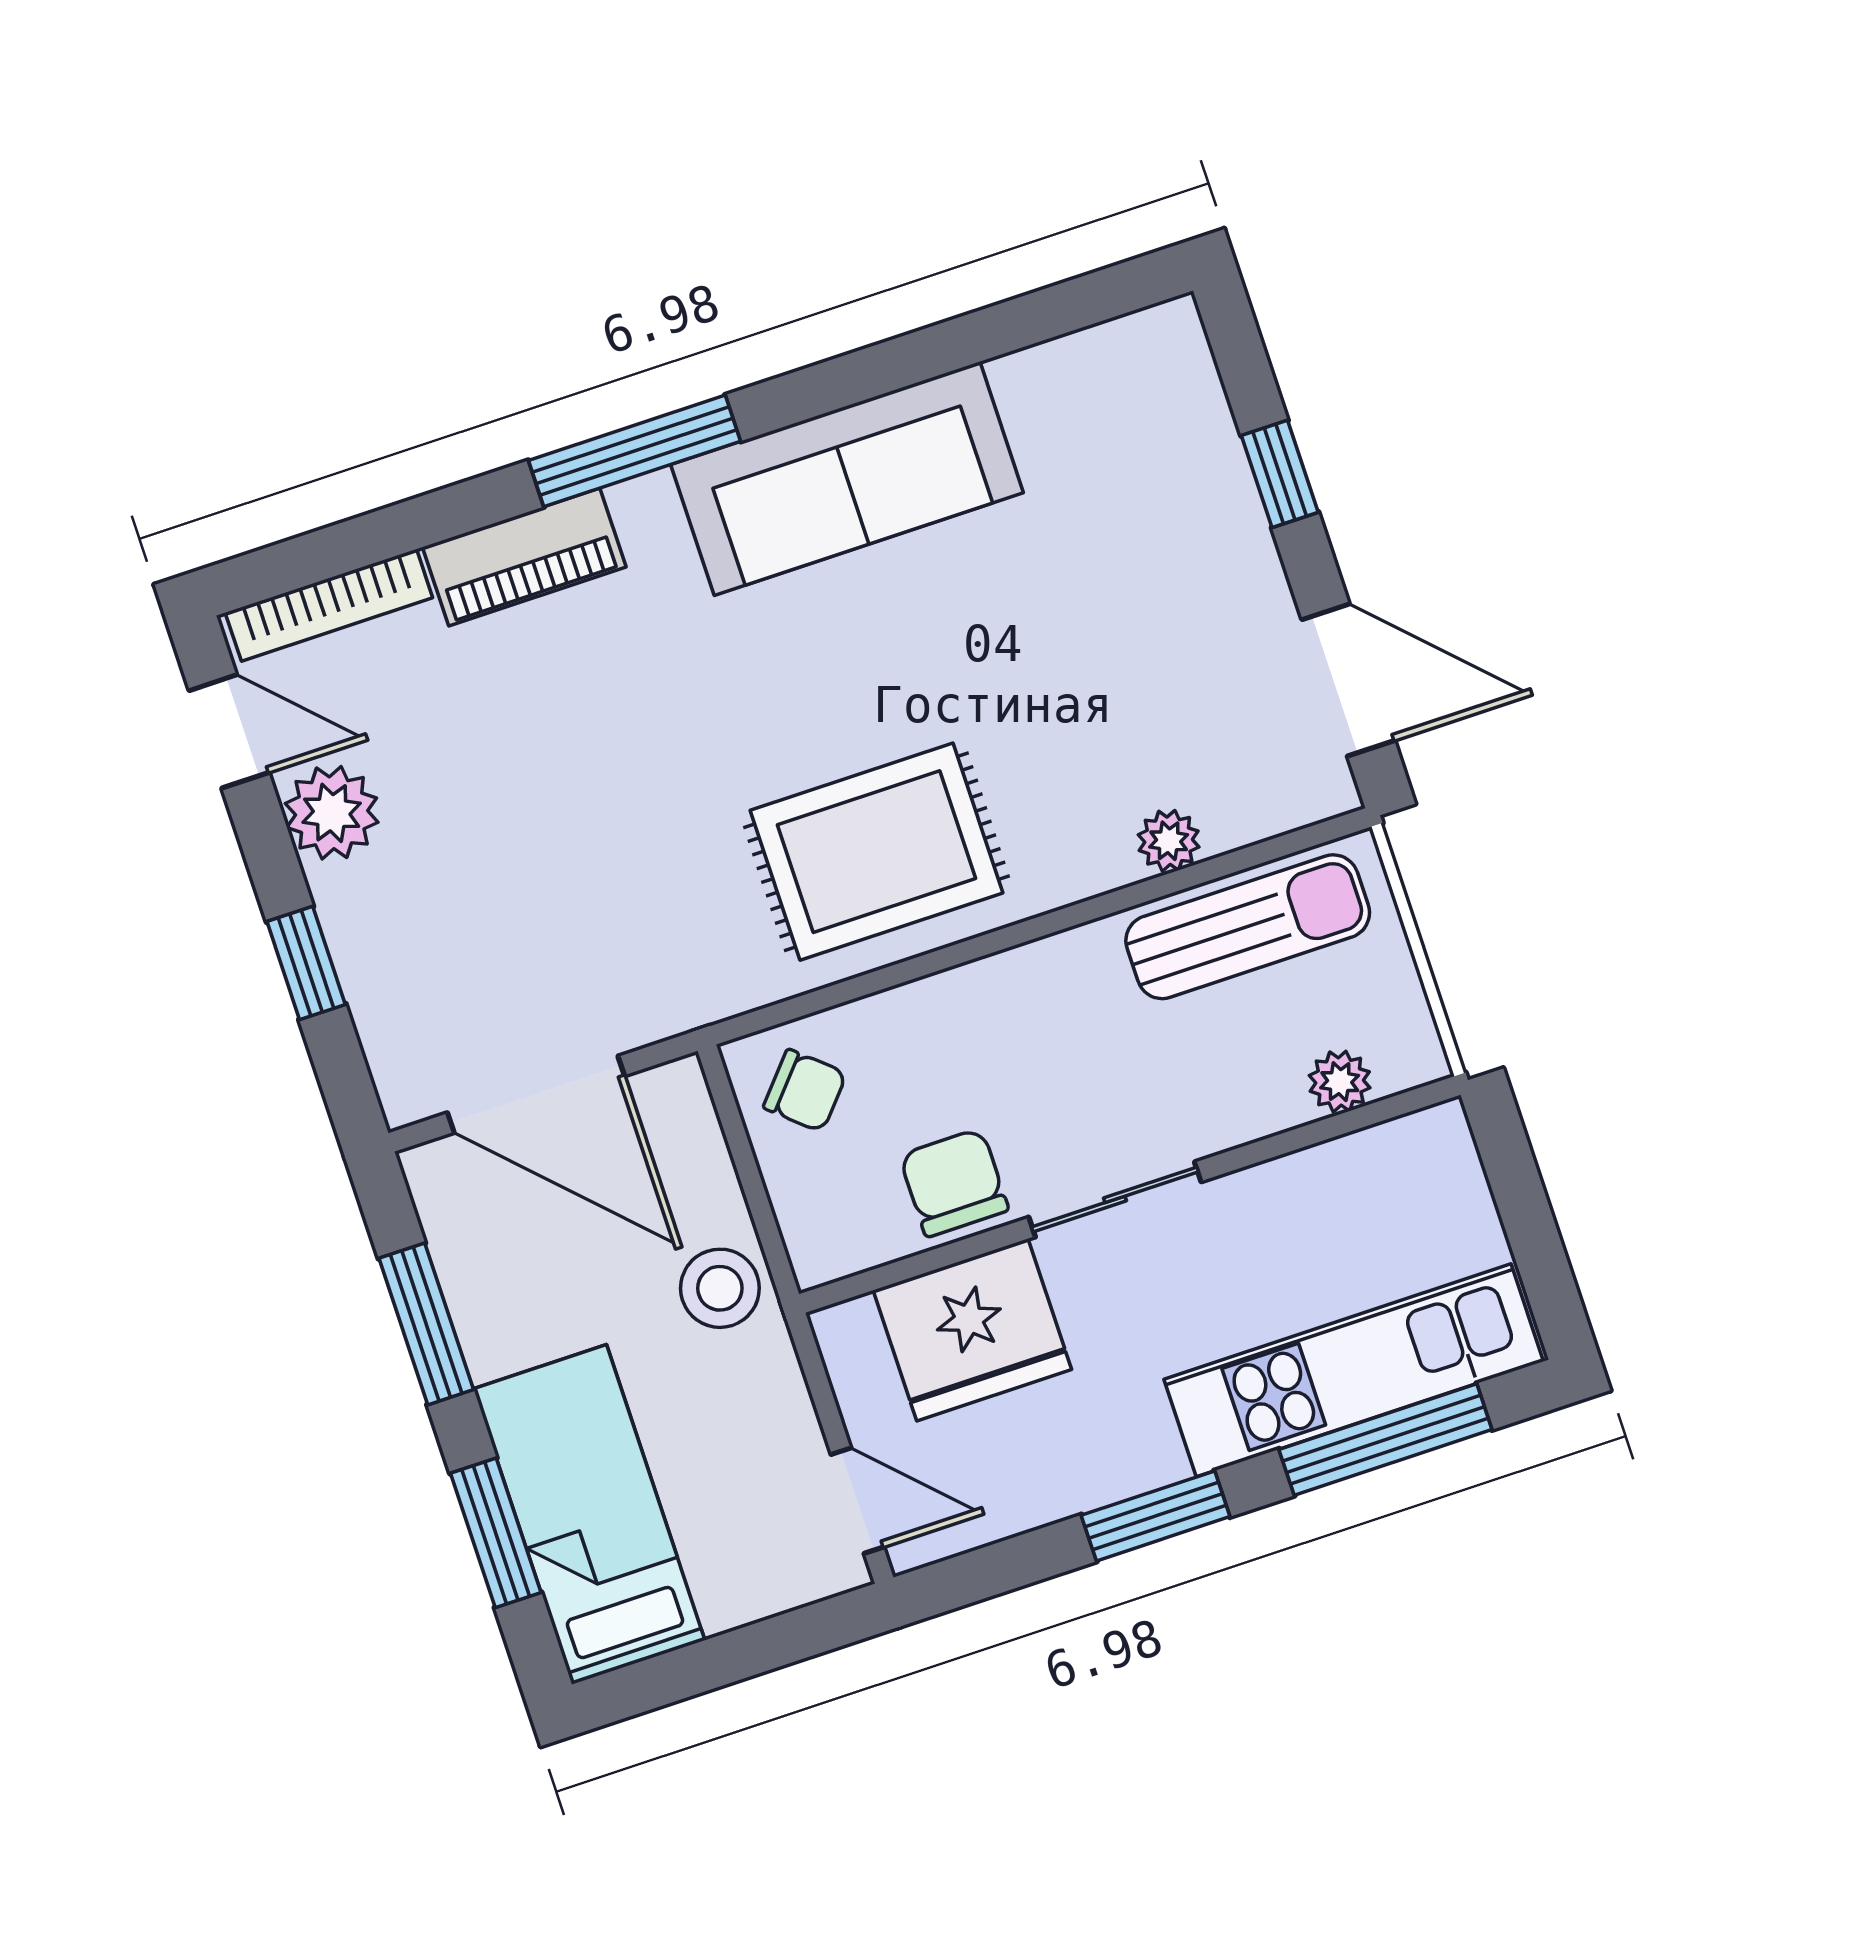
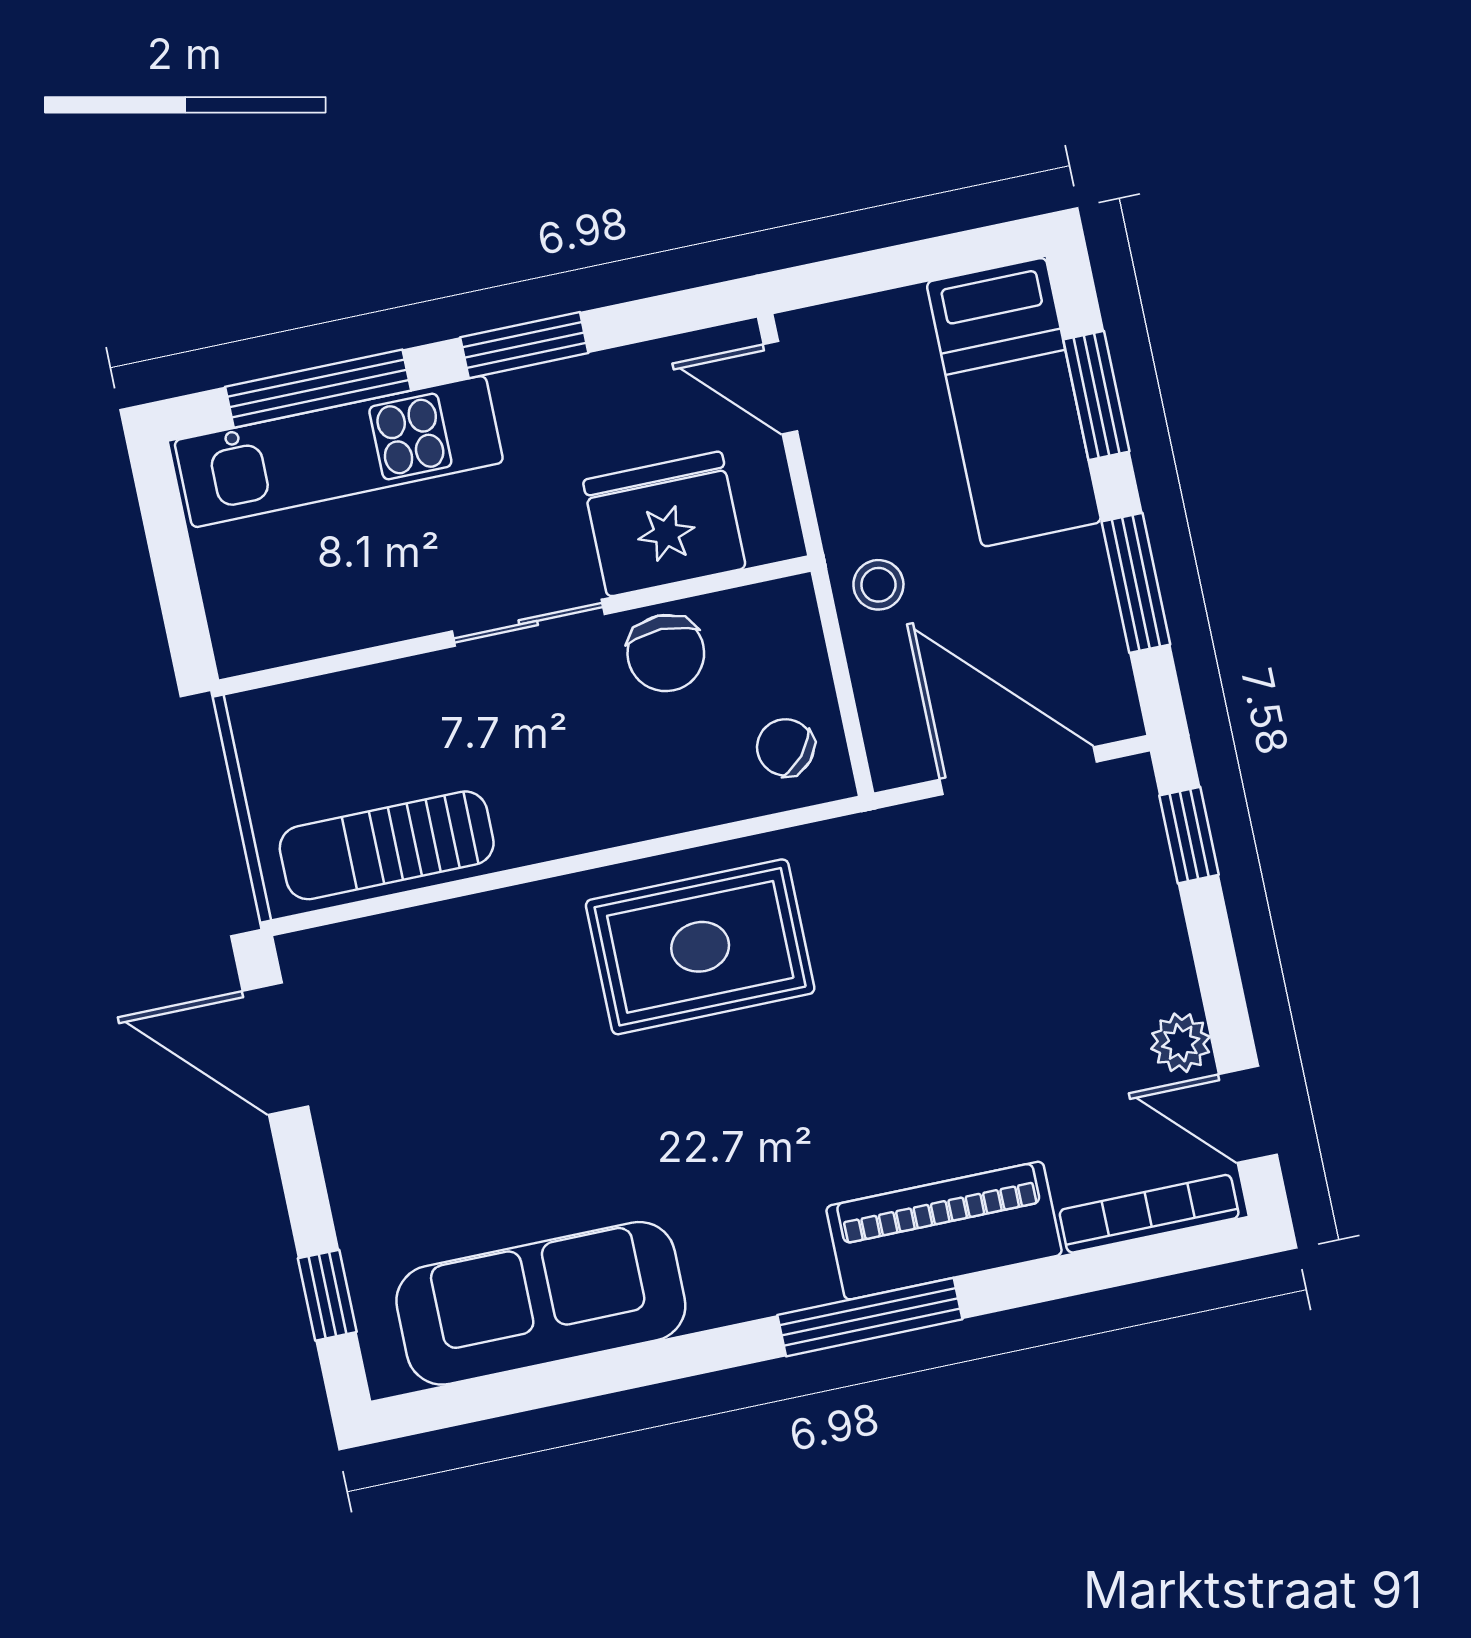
window: (1280, 474) -> (327, 1295), moved
sofa: (847, 479) -> (541, 1303), moved
piano: (524, 557) -> (944, 1231), width x1.37, depth x1.33
plant: (332, 813) -> (1181, 1043), width x0.73, depth x0.73
plant: (1169, 841) -> (447, 927), removed
window: (306, 963) -> (1189, 835), moved
plant: (1340, 1082) -> (322, 702), removed
stool: (720, 1288) -> (878, 585), width x0.73, depth x0.73

